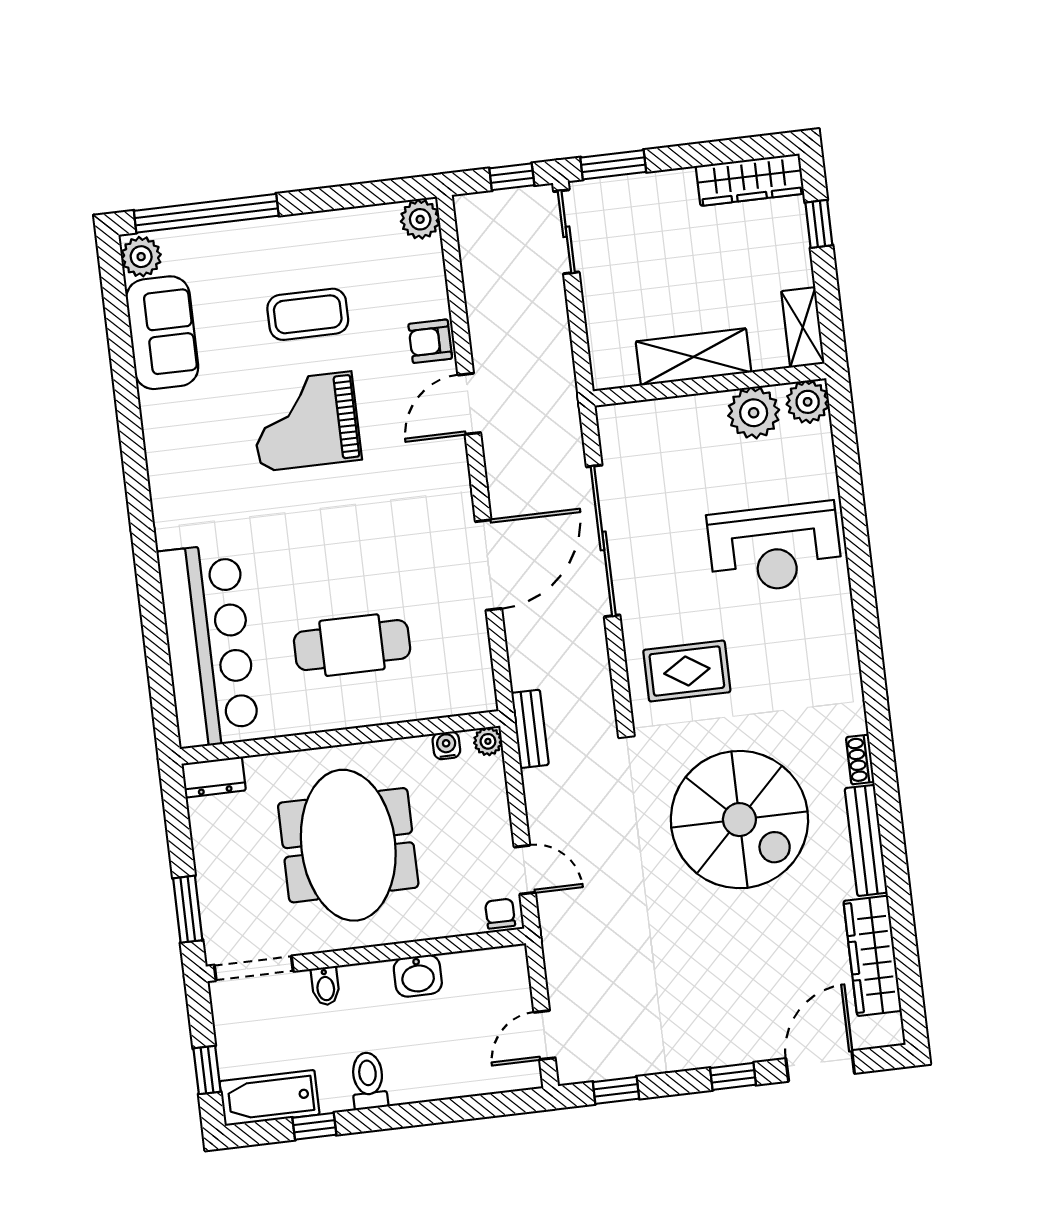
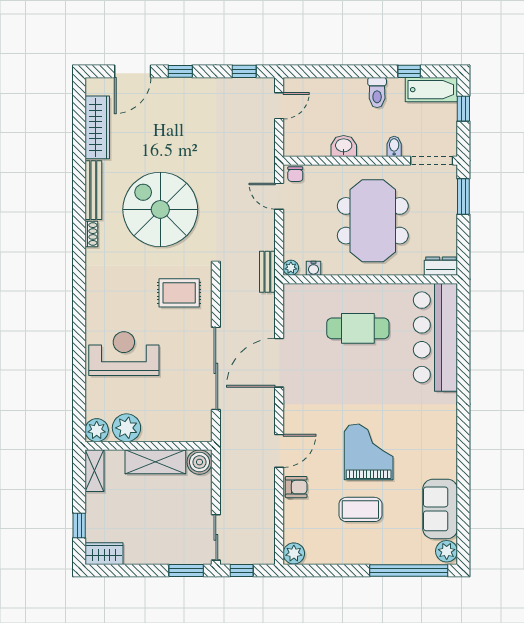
wardrobe: (750, 180) -> (104, 554), width x0.67
boiler: (613, 366) -> (199, 462), added
grand piano: (306, 421) -> (369, 452), turned -90

